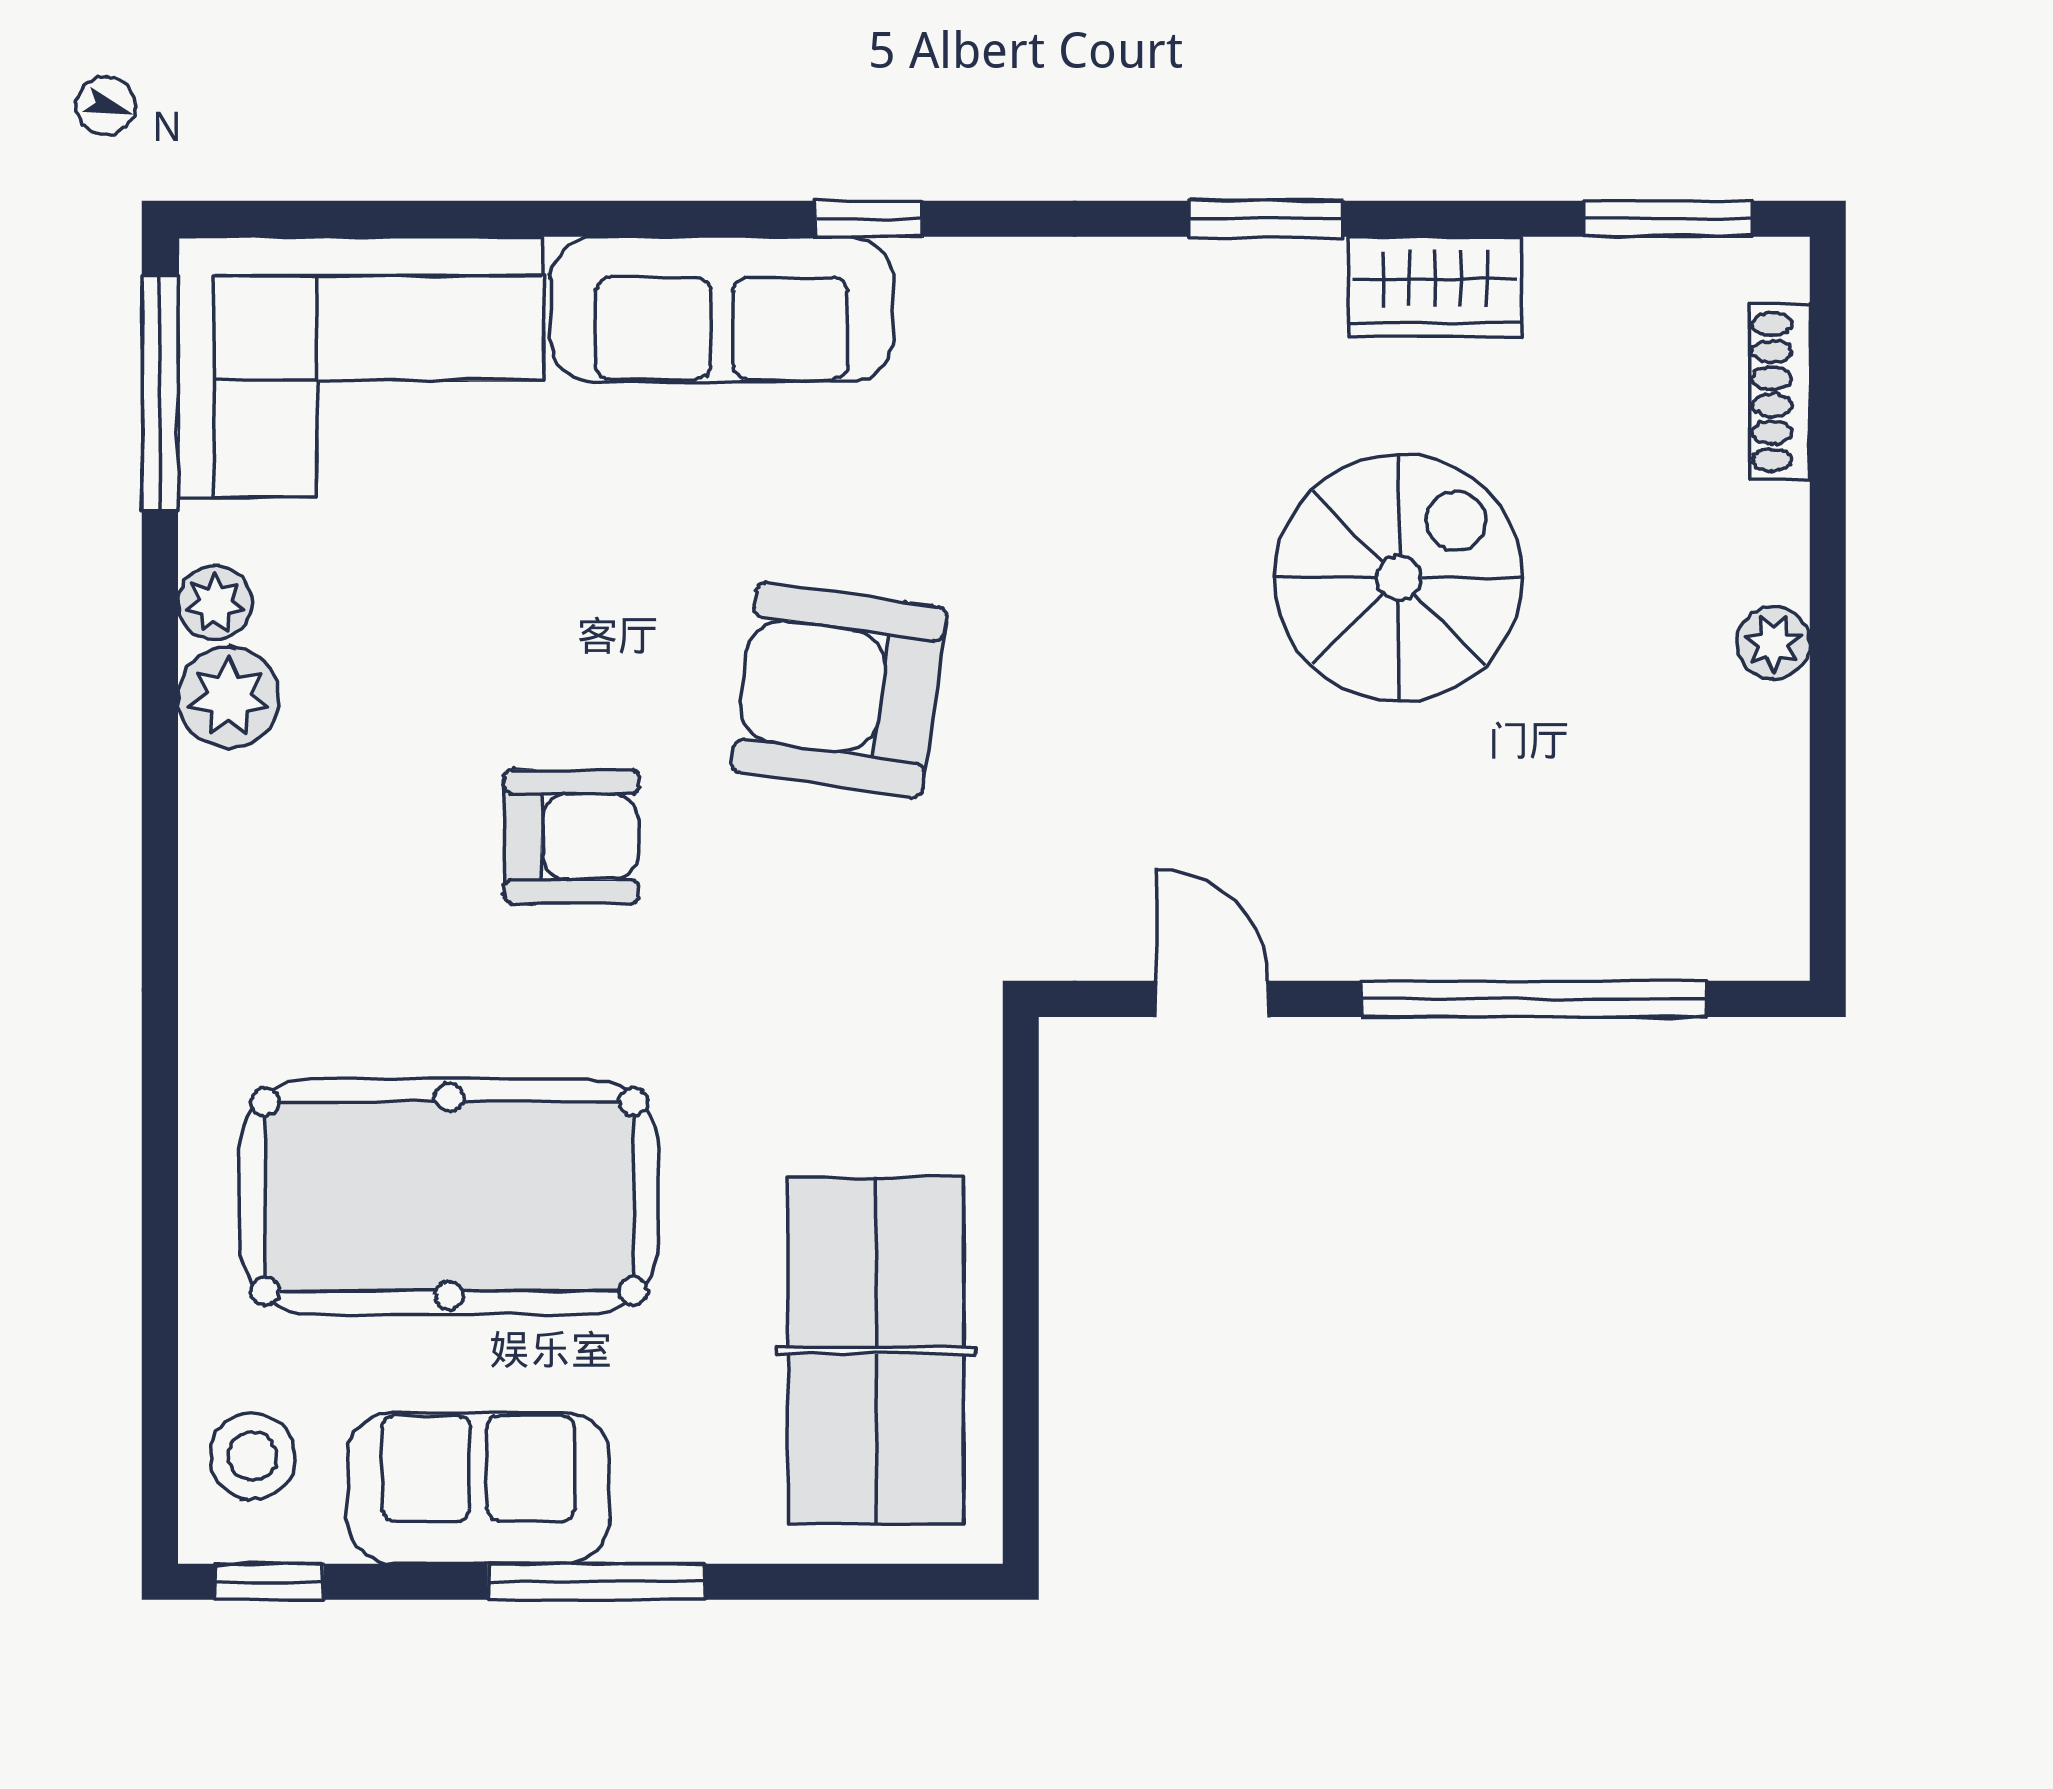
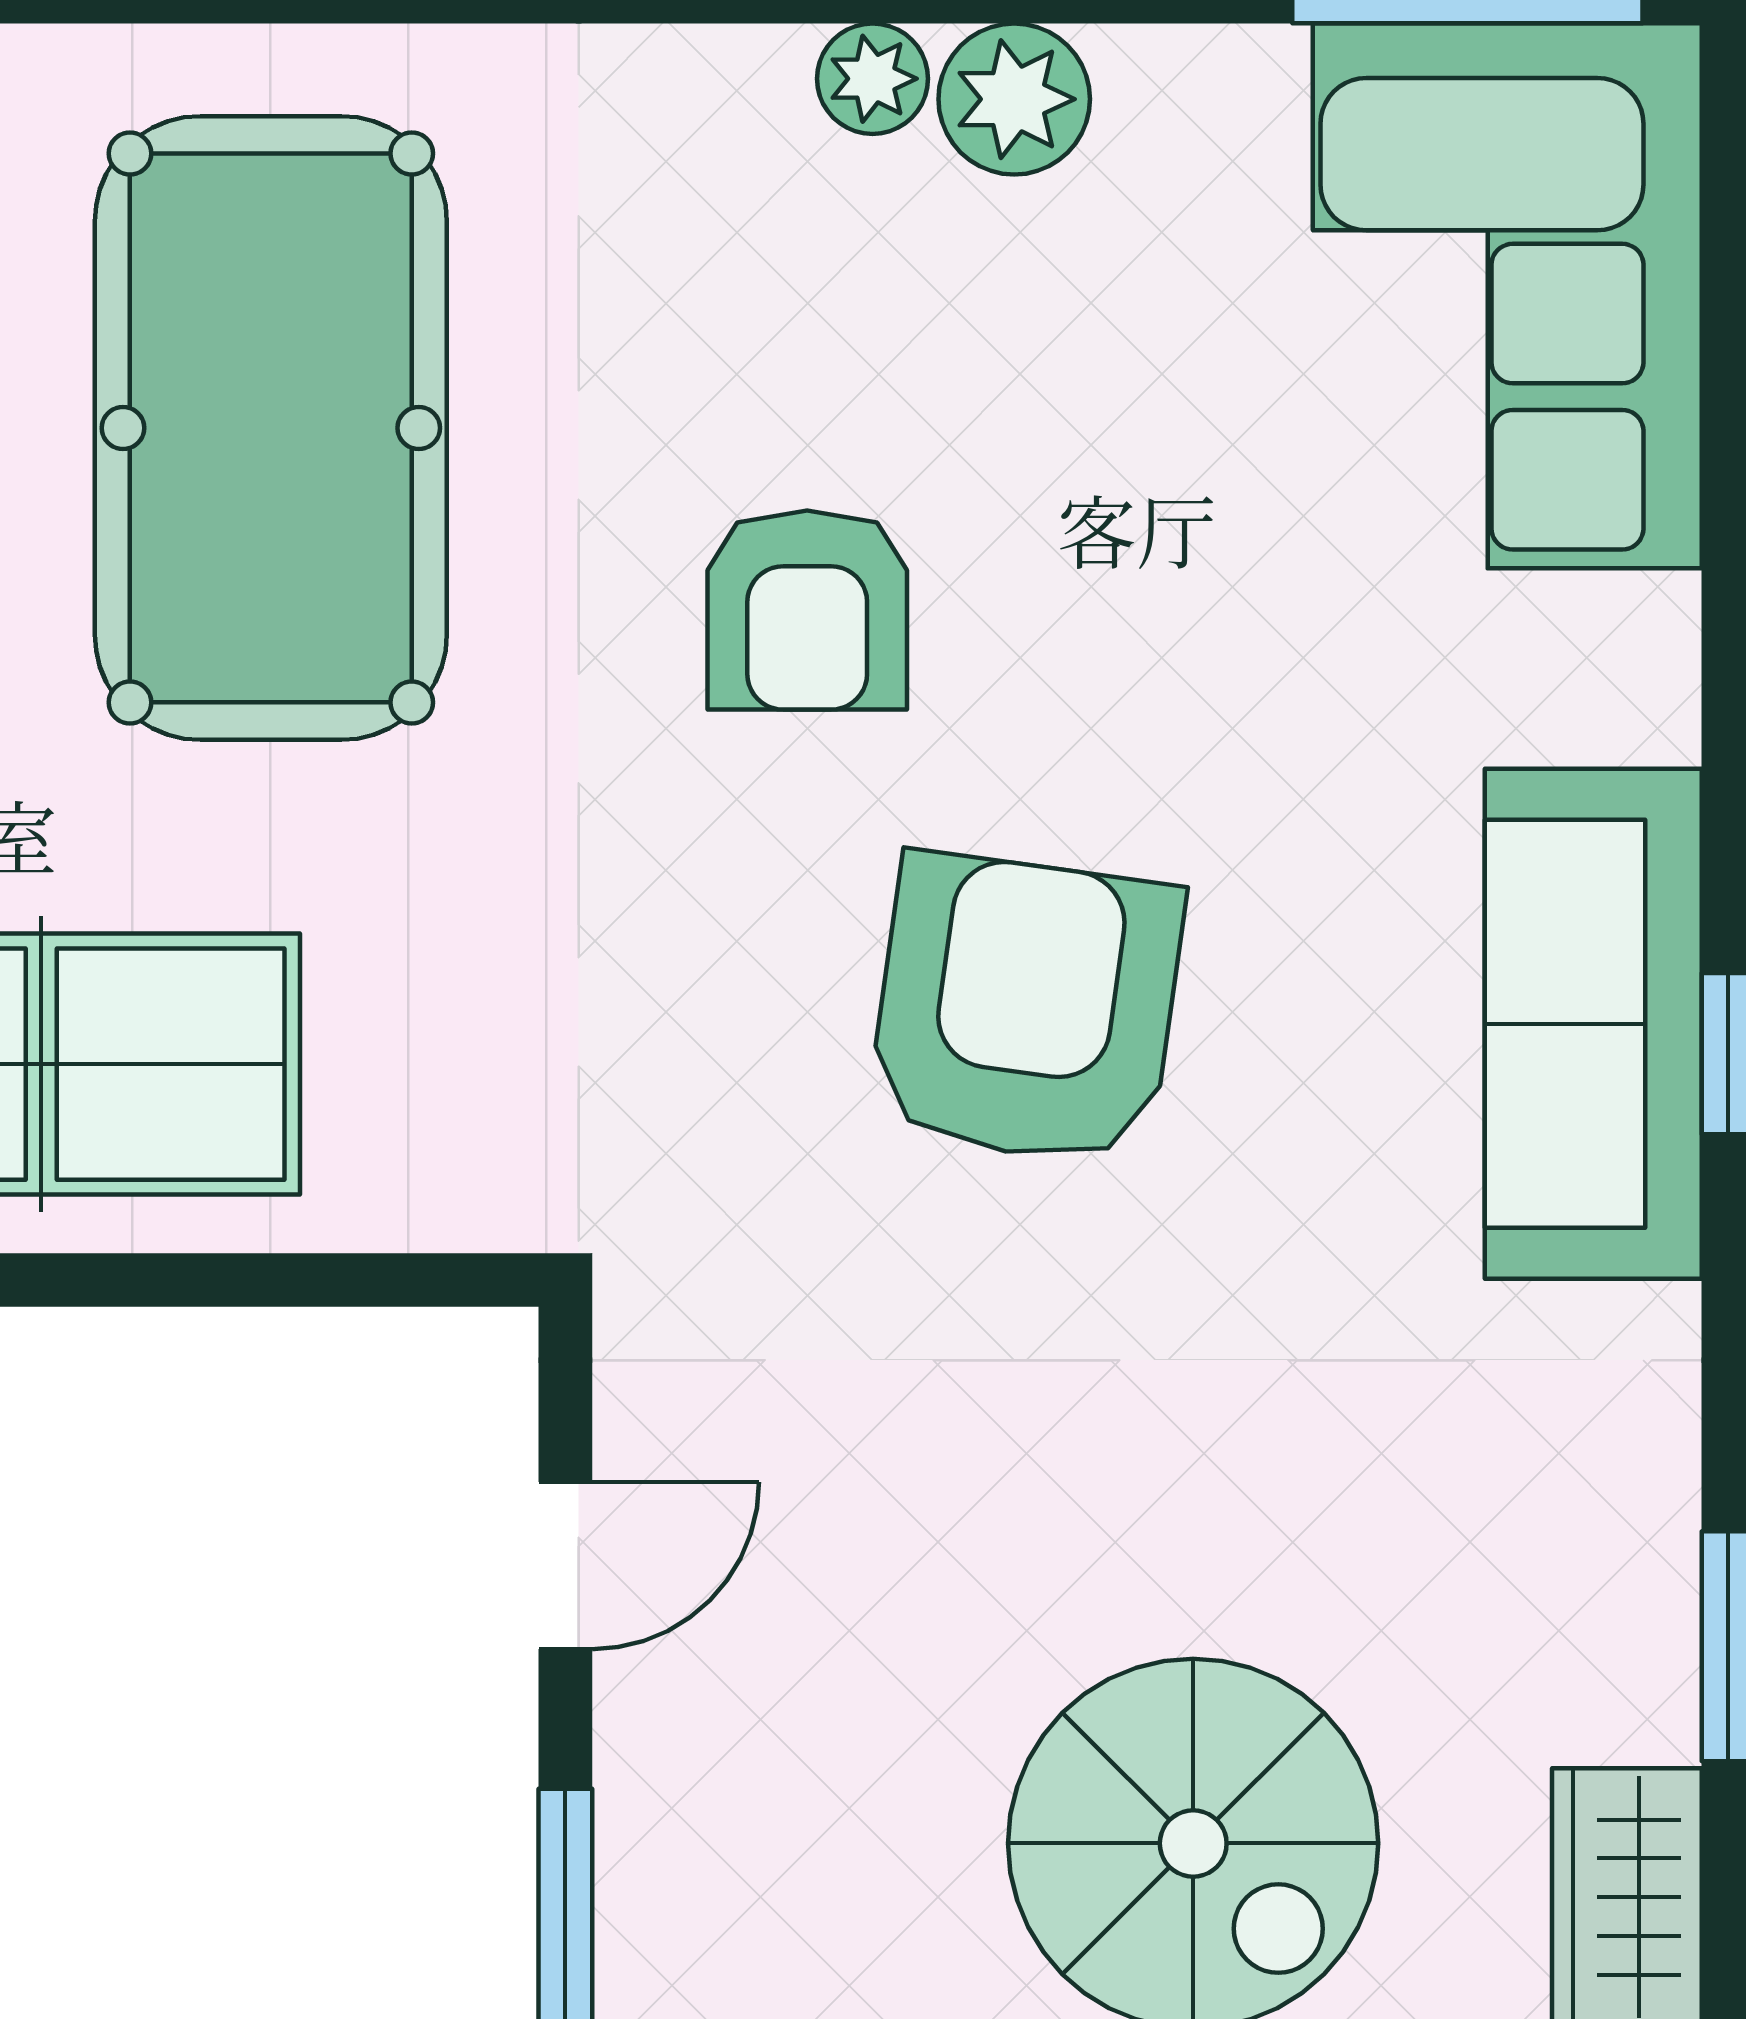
sofa: (722, 309) -> (1593, 1024), moved
plant: (215, 603) -> (873, 79), moved

